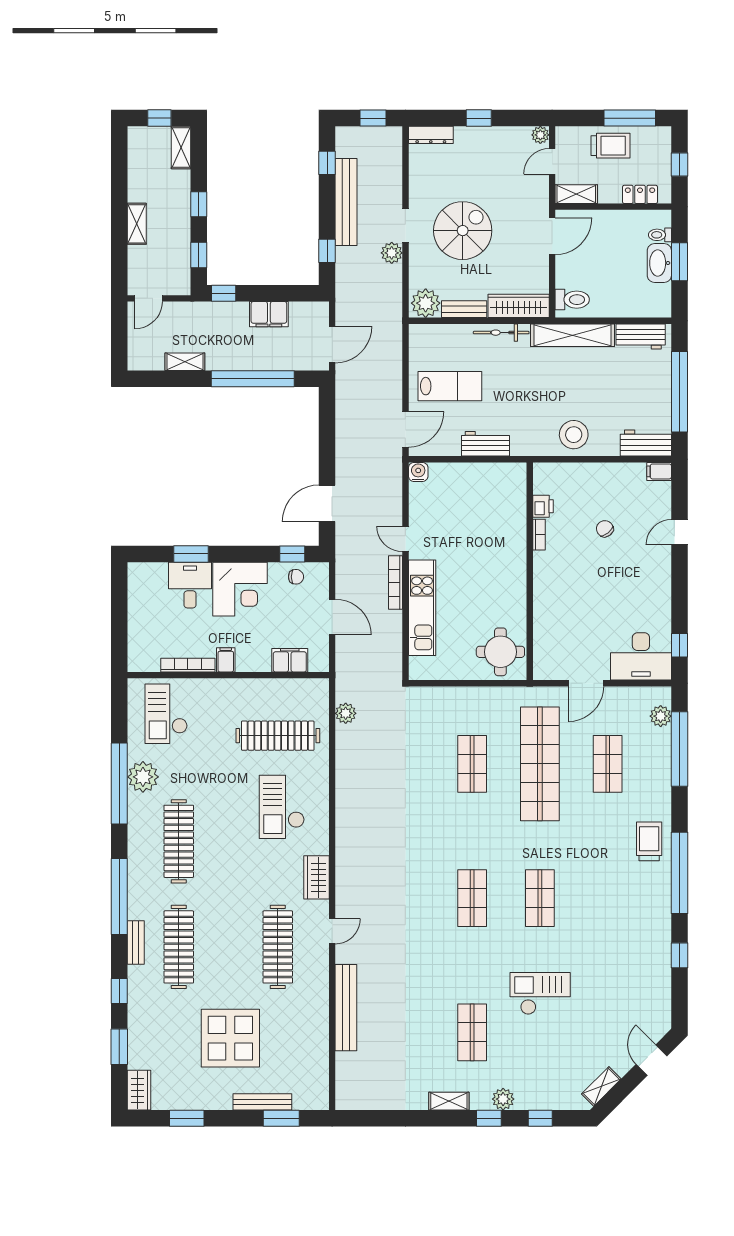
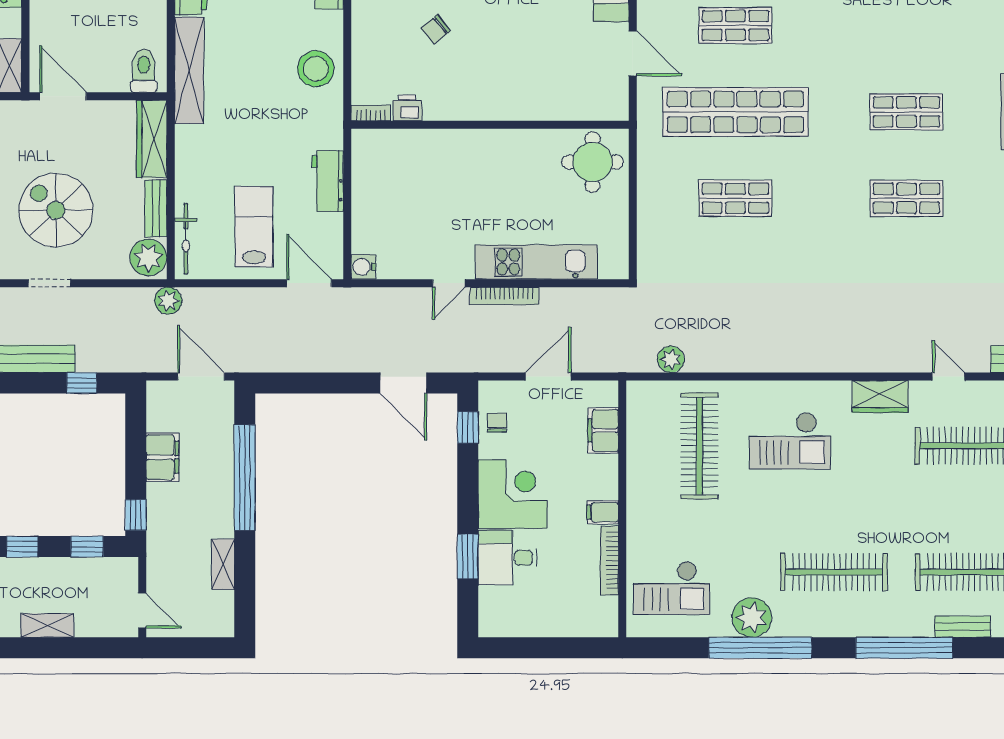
plant: (392, 253) -> (168, 301), moved
bicycle: (501, 333) -> (186, 239), moved
bookcase: (539, 535) -> (371, 113), moved

